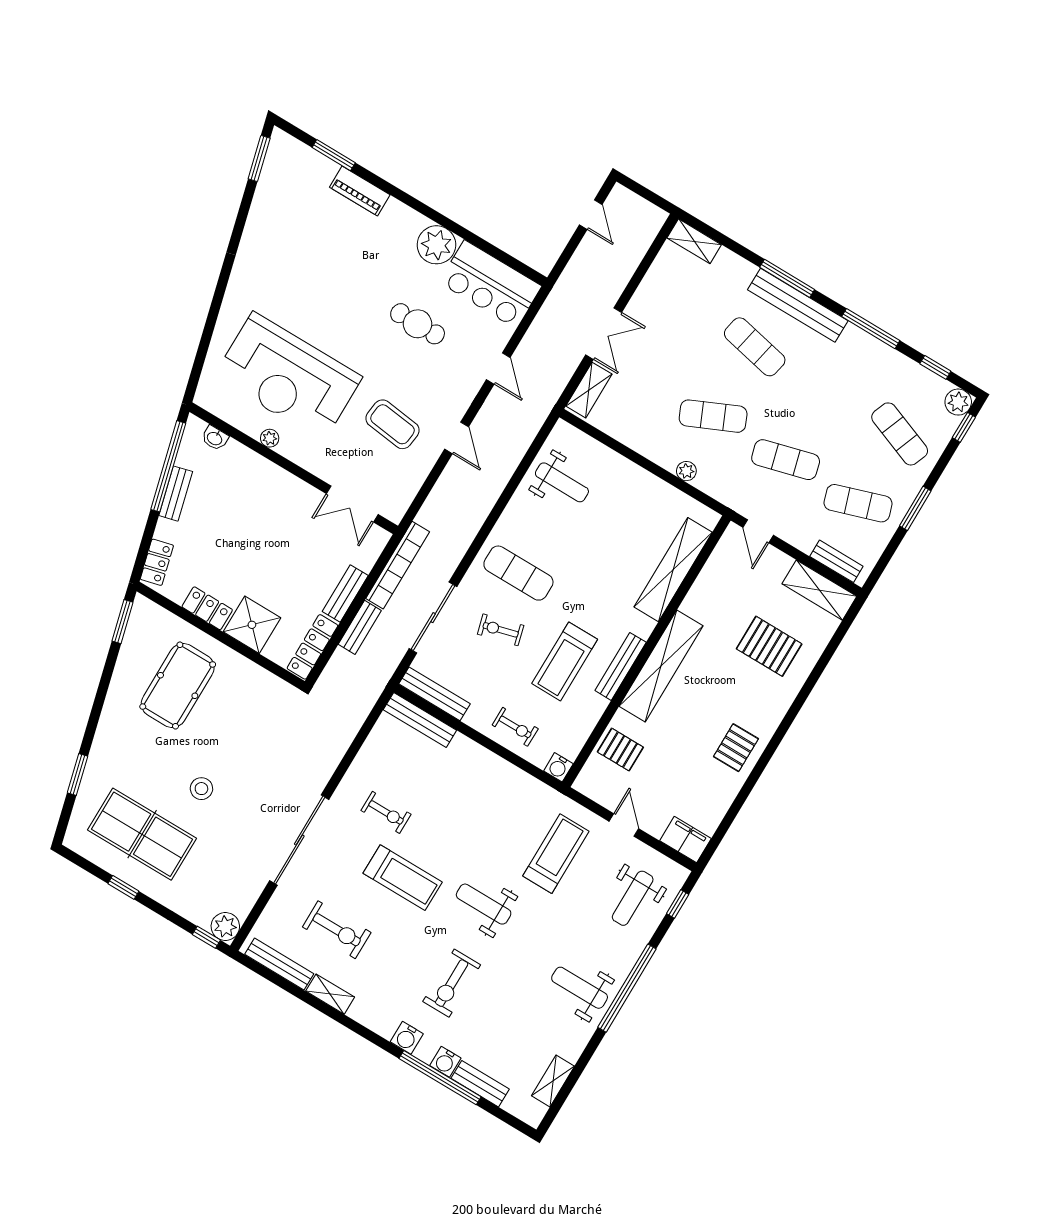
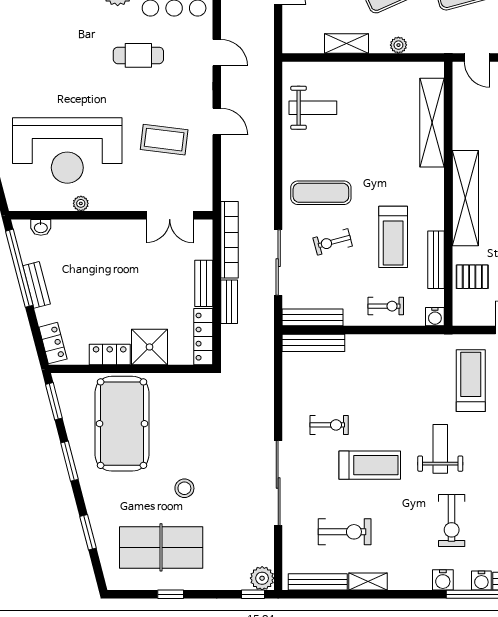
shelving: (589, 390) -> (346, 43), moved, turned 90
bench: (621, 666) -> (436, 260), moved
pool table: (178, 685) -> (122, 424), width x1.36, depth x1.32
window: (102, 691) -> (69, 461), added
weight bench: (484, 904) -> (440, 449), turned 90

